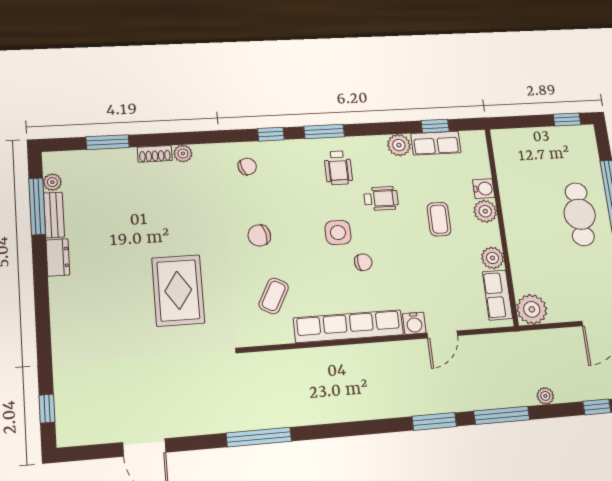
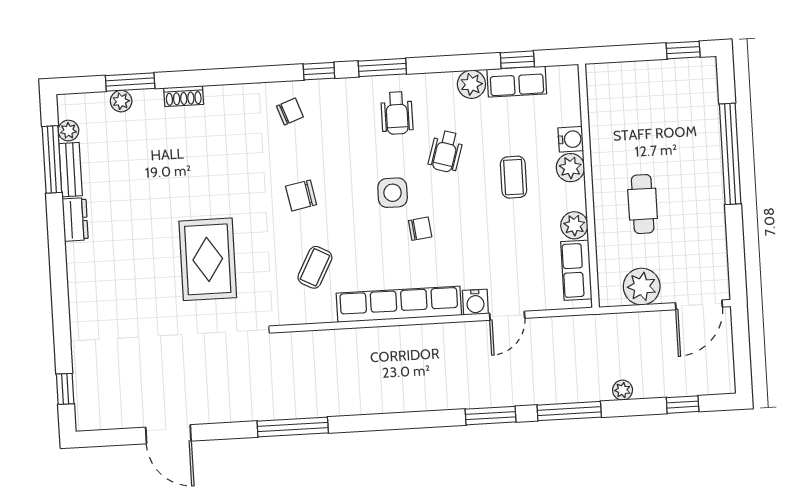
plant: (183, 154) -> (121, 101), moved
wheelchair: (381, 199) -> (446, 151), turned 107
cafe table: (580, 214) -> (643, 204), moved, width x0.73, depth x0.74
plant: (532, 309) -> (642, 287), moved

